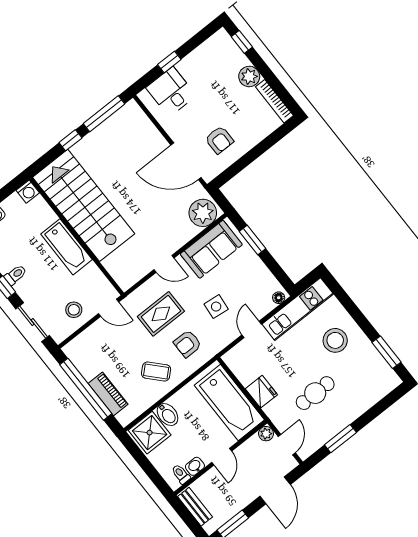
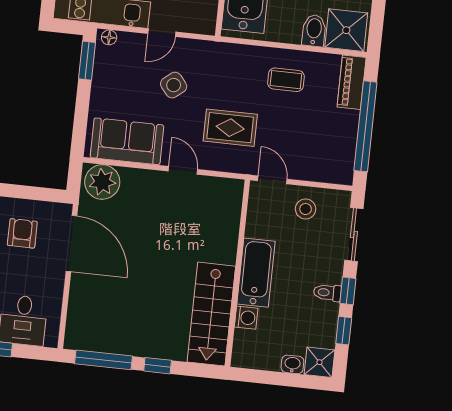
washing machine: (28, 192) -> (246, 318), moved, turned 90
stairs: (84, 205) -> (211, 314), width x0.73, depth x0.66
window: (253, 240) -> (87, 61), moved
side table: (216, 307) -> (174, 85), turned 45
armchair: (188, 344) -> (233, 77), removed
coffee table: (156, 372) -> (286, 80), turned -47
piano: (108, 394) -> (352, 82), moved

